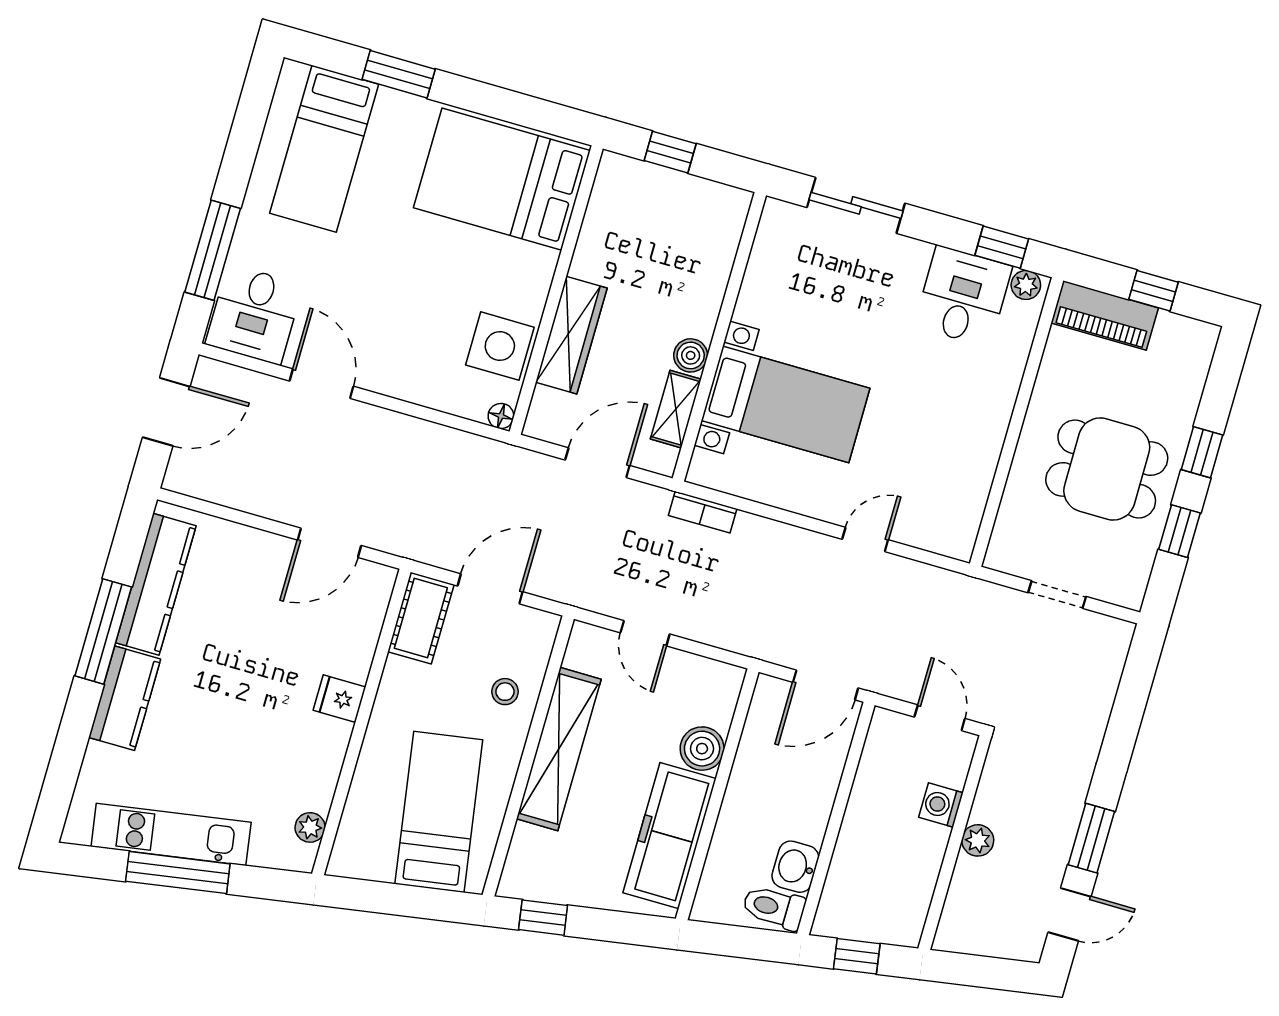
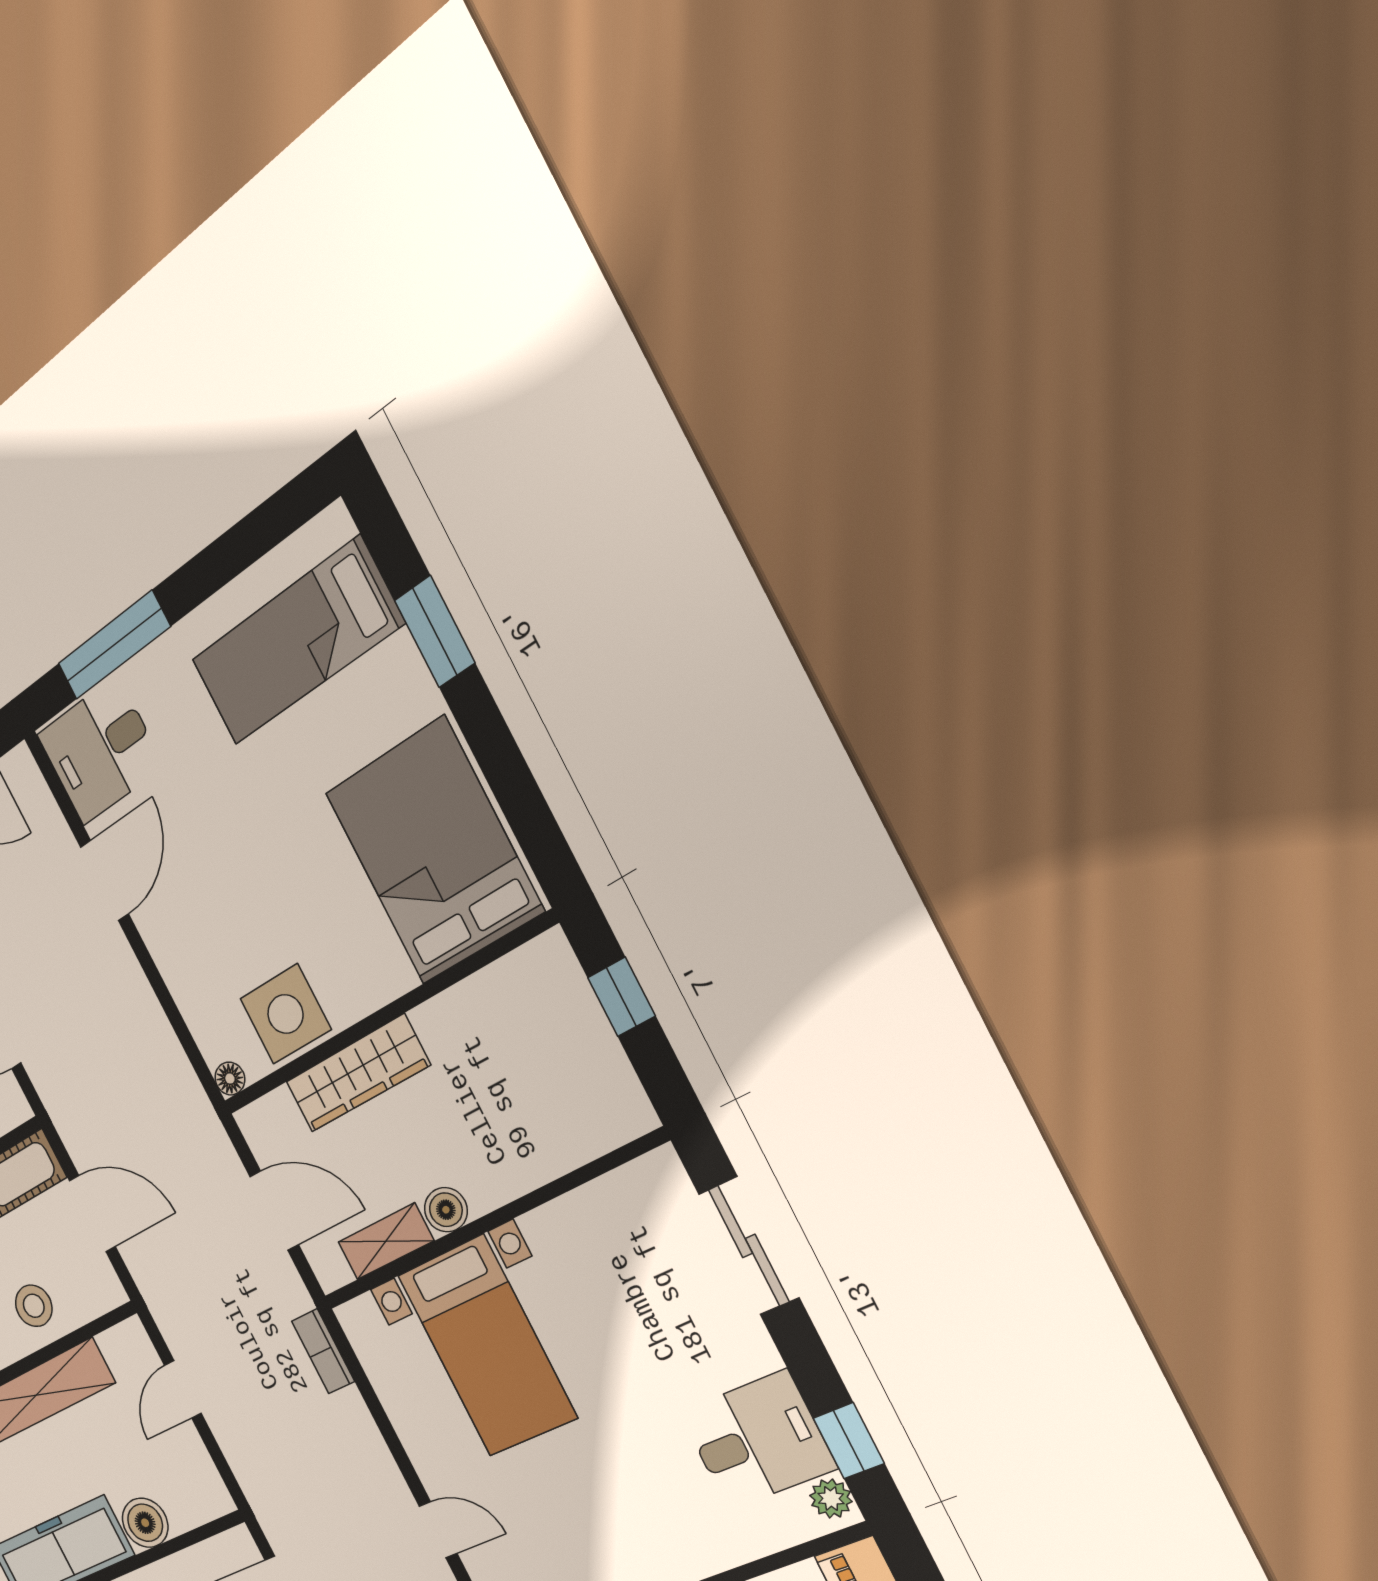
stool: (505, 692) -> (34, 1306), width x1.37, depth x1.37

